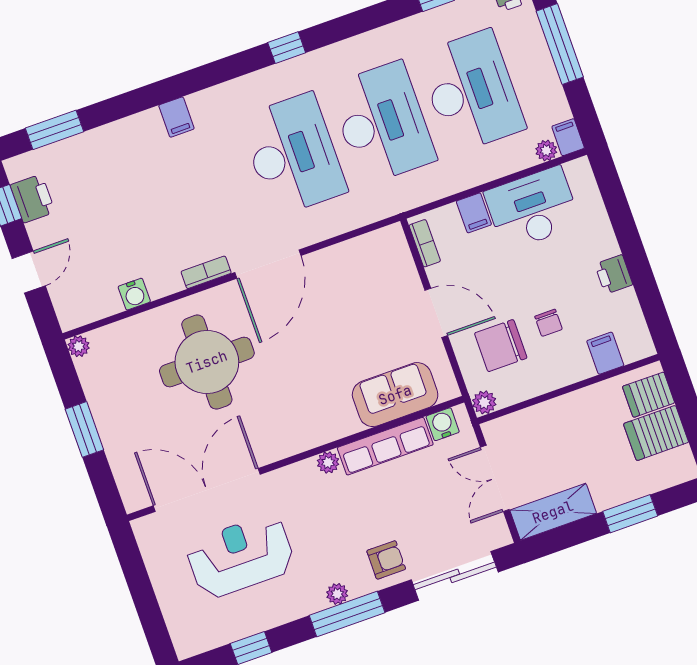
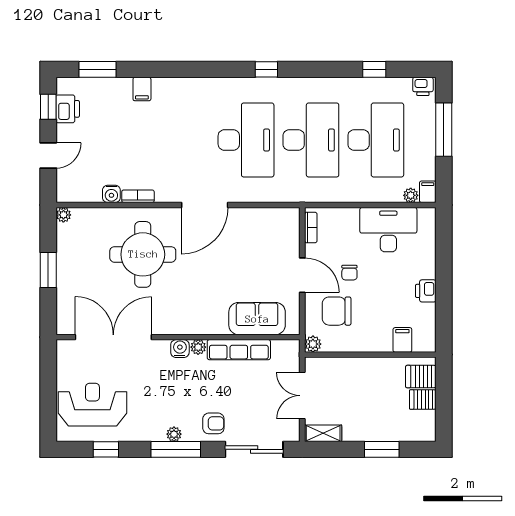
filing cabinet: (176, 117) -> (142, 89), moved
filing cabinet: (474, 213) -> (350, 219), removed
bookcase: (206, 272) -> (138, 196), moved
chair: (549, 323) -> (349, 273), moved
water cooler: (443, 424) -> (180, 349), moved
server rack: (656, 433) -> (423, 399), width x0.73, depth x0.70
shelving: (553, 512) -> (323, 433), width x0.67, depth x0.75
reception desk: (241, 556) -> (92, 405), moved

